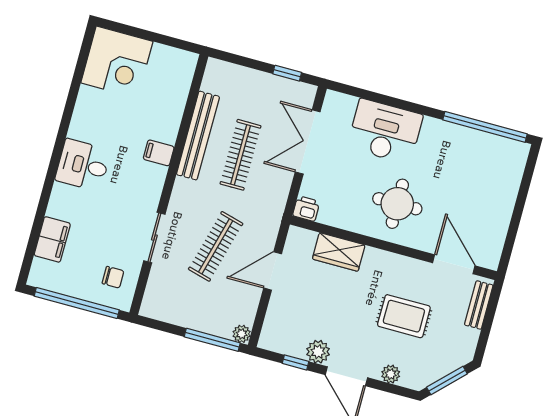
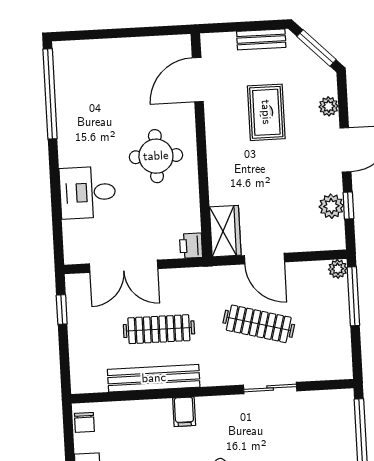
desk: (385, 131) -> (88, 192), width x0.73
wardrobe: (339, 252) -> (225, 231), moved
chair: (113, 277) -> (84, 422), moved, turned 180
bench: (479, 305) -> (261, 39), moved
plant: (318, 352) -> (331, 206), moved

